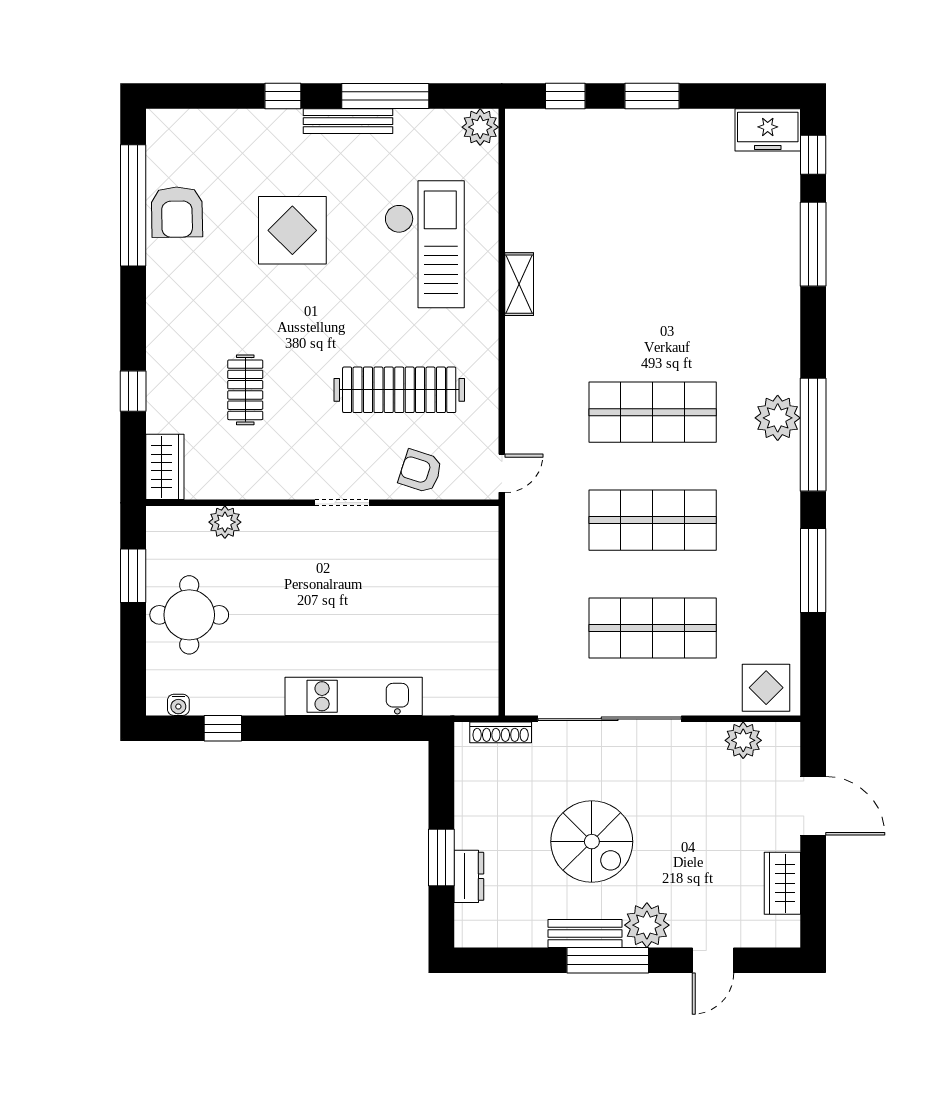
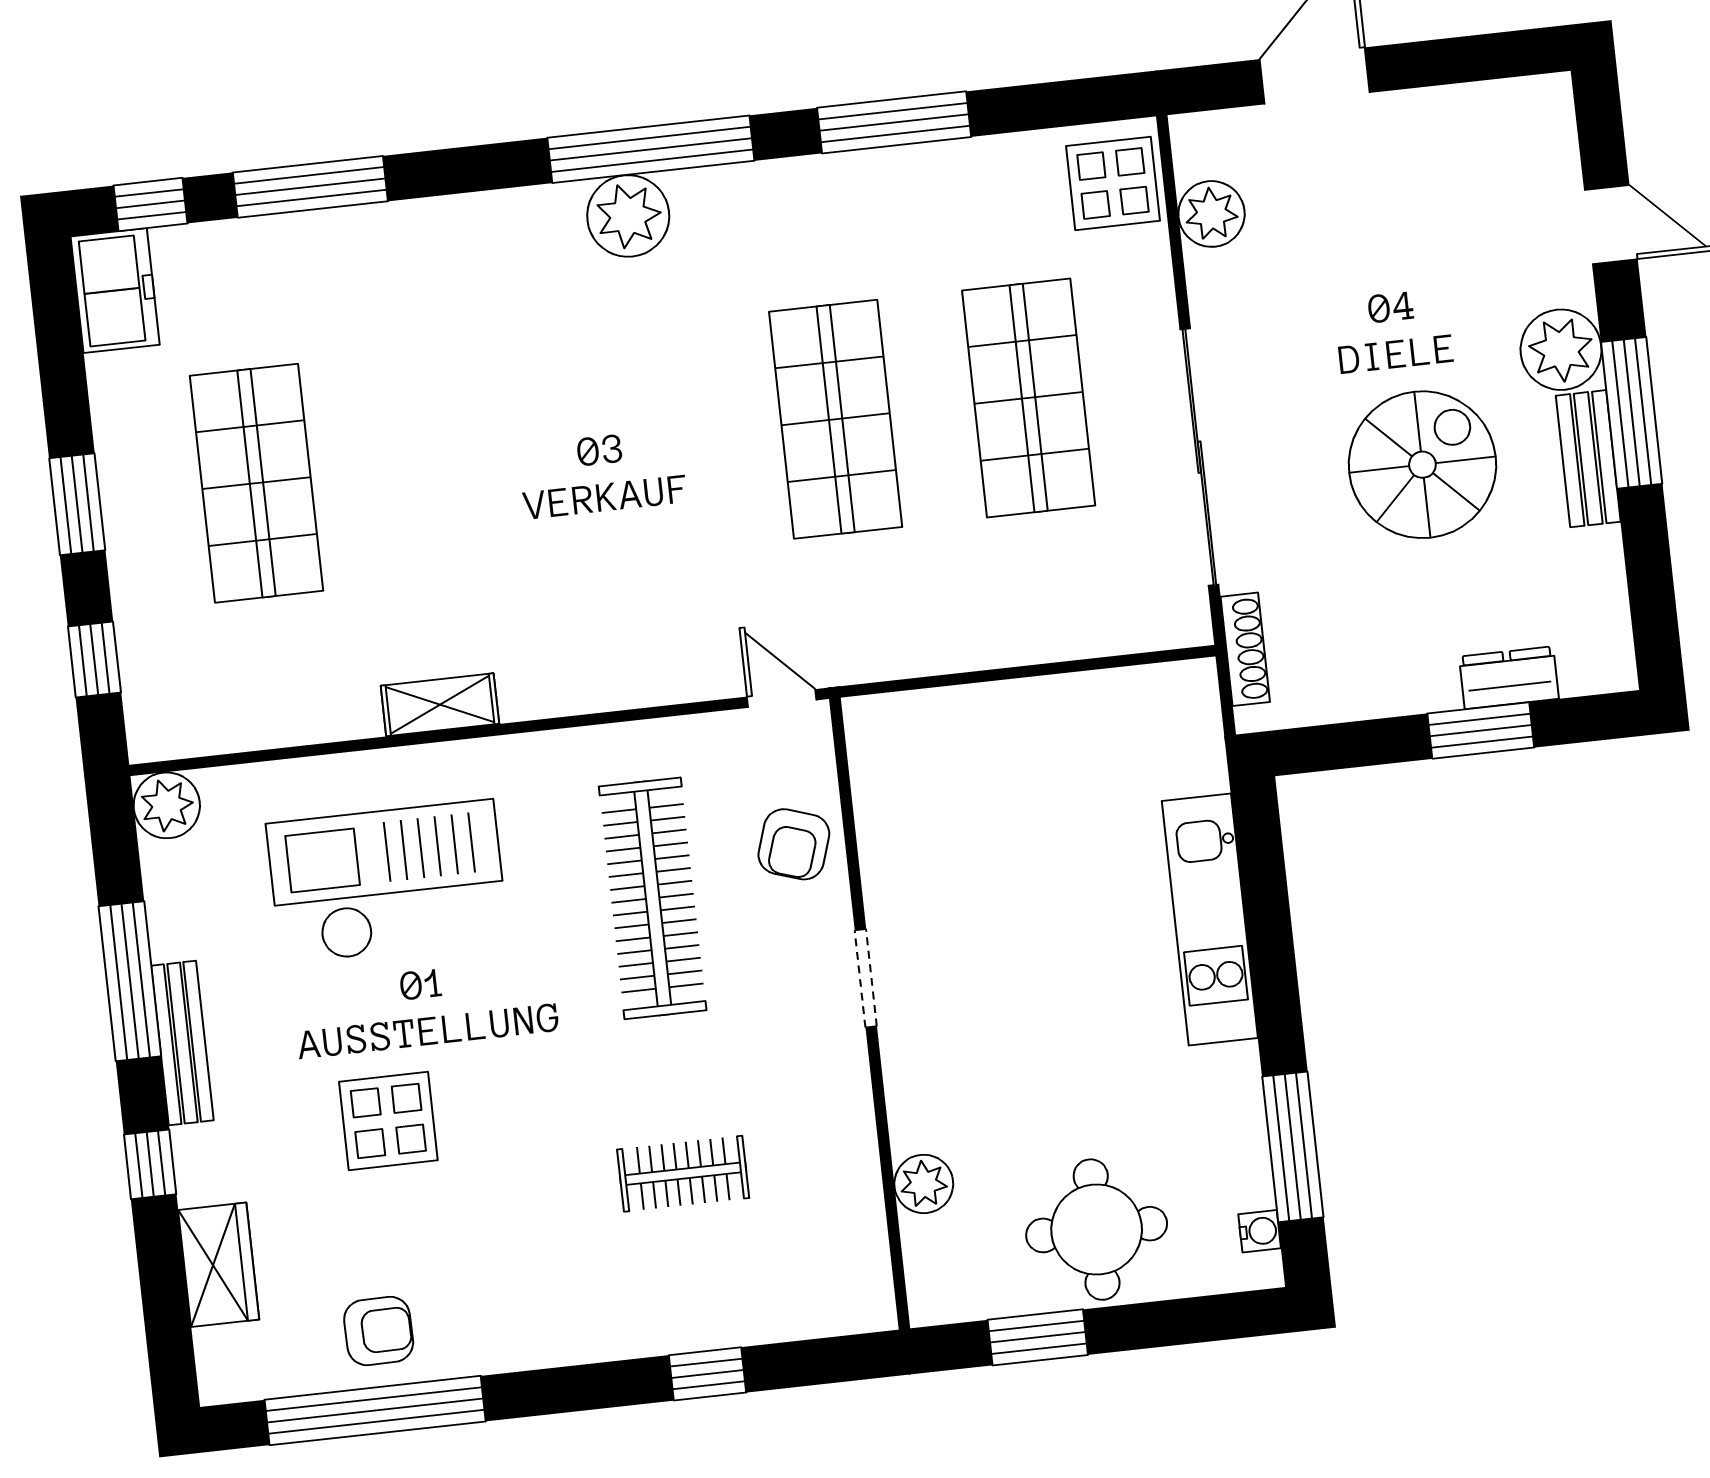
armchair: (177, 212) -> (379, 1331), width x0.72, depth x0.72
display table: (292, 230) -> (388, 1121), width x0.73, depth x0.73
shop shelf: (653, 412) -> (256, 483), moved
wardrobe: (165, 467) -> (219, 1265), moved, turned 90
window: (223, 728) -> (1293, 1147), width x2.17
wardrobe: (782, 883) -> (1460, 116), removed

